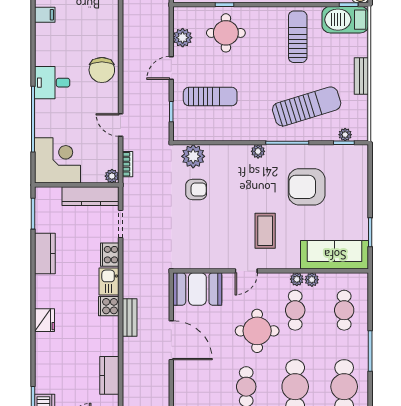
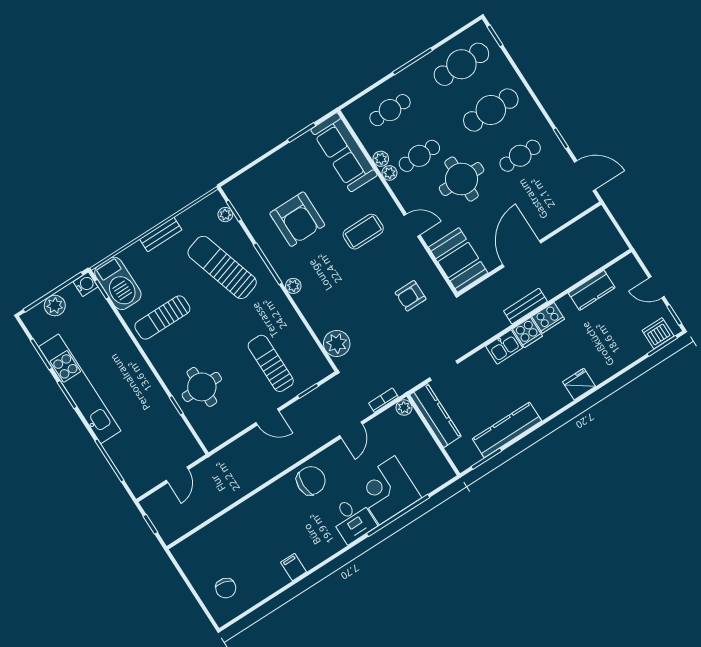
plant: (183, 38) -> (232, 425), removed
corner desk: (57, 160) -> (387, 490), moved
armchair: (196, 190) -> (411, 296), moved, turned -90
kitchen counter: (45, 253) -> (507, 430), width x1.50
cooker: (110, 255) -> (548, 318), moved

